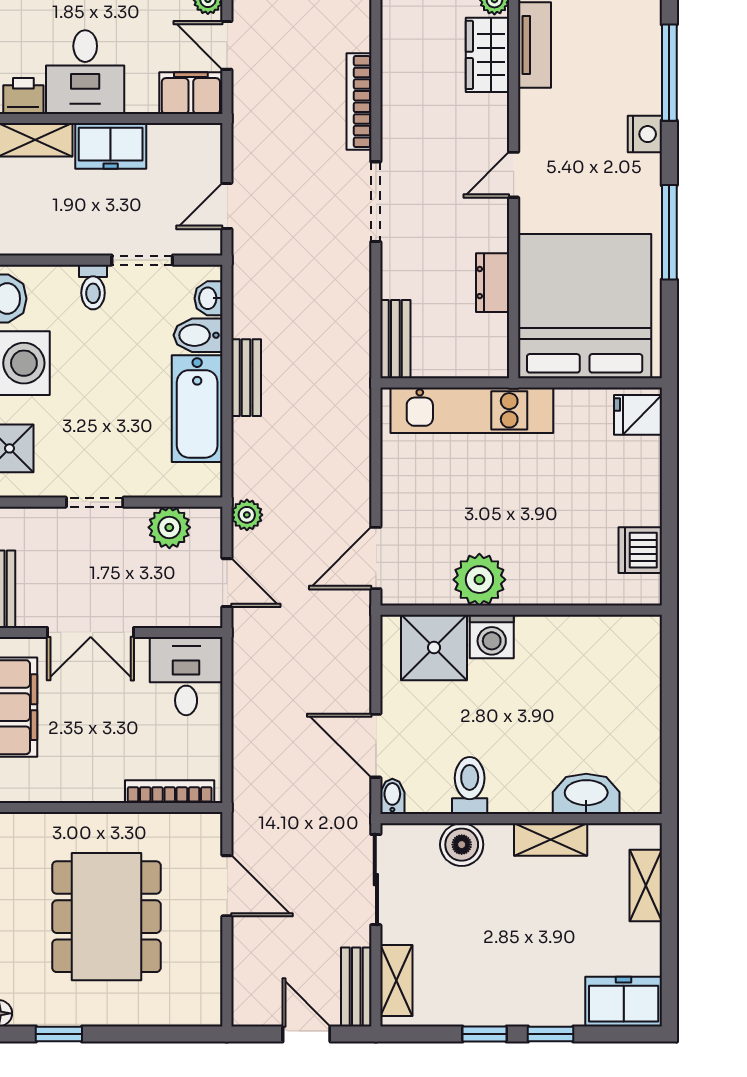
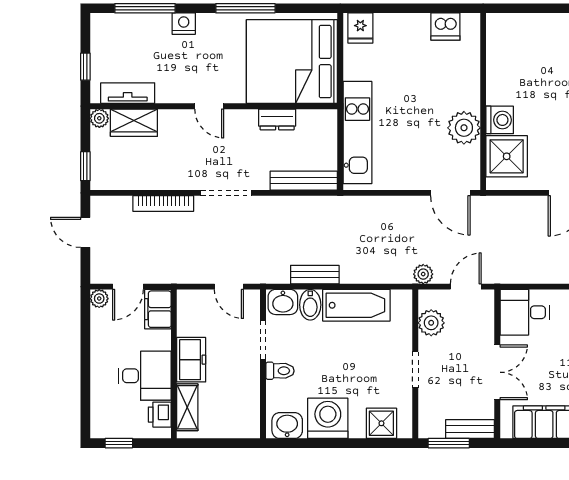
washbasin: (209, 298) -> (283, 302), width x1.38, depth x1.45
bench: (395, 339) -> (304, 181), width x1.36
bench: (246, 378) -> (315, 275), moved

